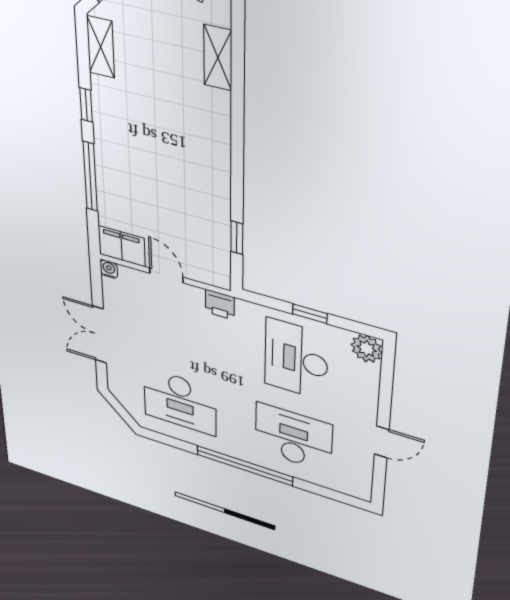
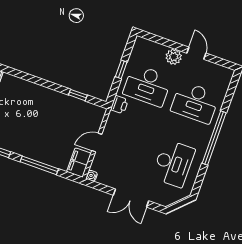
printer: (220, 305) -> (119, 105), moved
plant: (367, 349) -> (174, 57), moved
desk: (293, 438) -> (195, 102), turned -90

